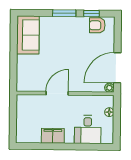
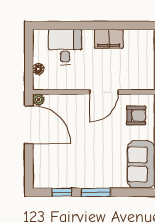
armchair: (97, 25) -> (136, 115), moved
door: (117, 68) -> (29, 125), hinge flipped

